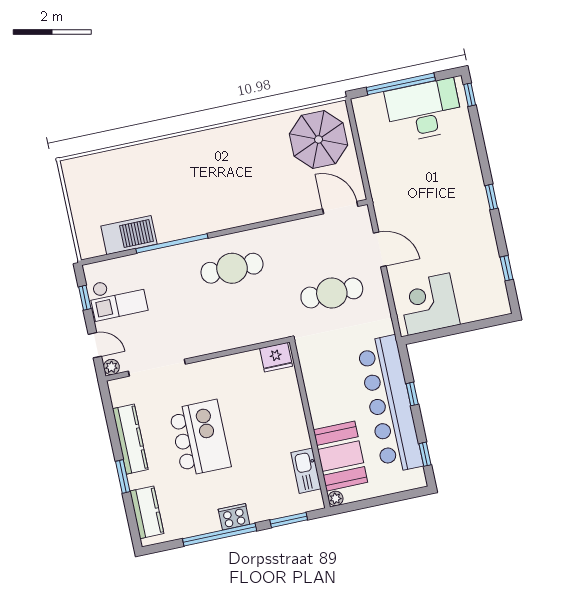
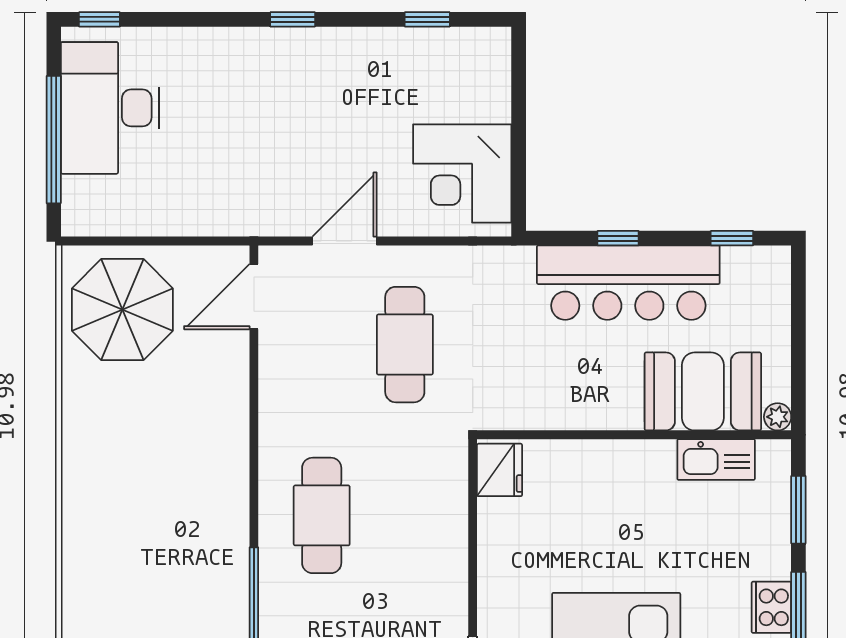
bar counter: (390, 404) -> (628, 283), width x0.73

